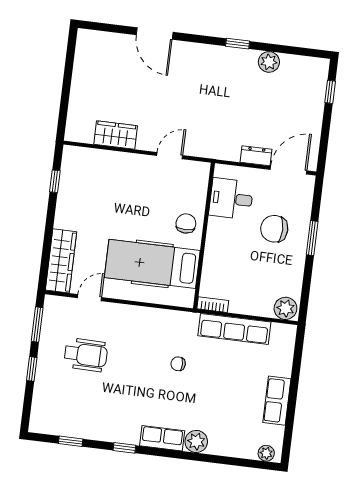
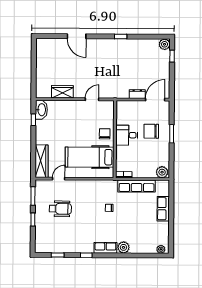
plant: (269, 62) -> (165, 44), moved
washbasin: (72, 164) -> (41, 110), added
desk: (231, 199) -> (127, 135), moved
row of seats: (277, 401) -> (163, 209), moved

